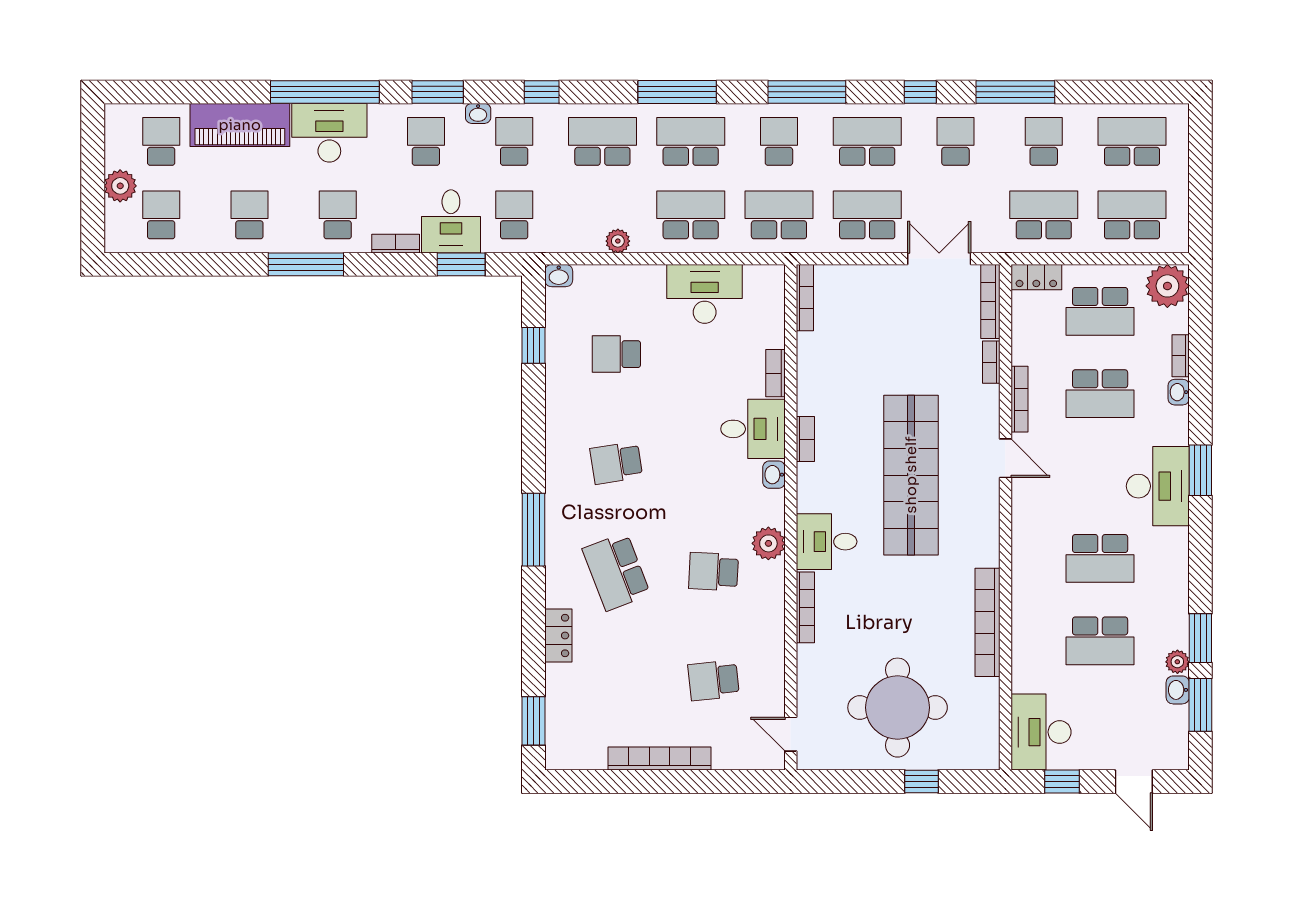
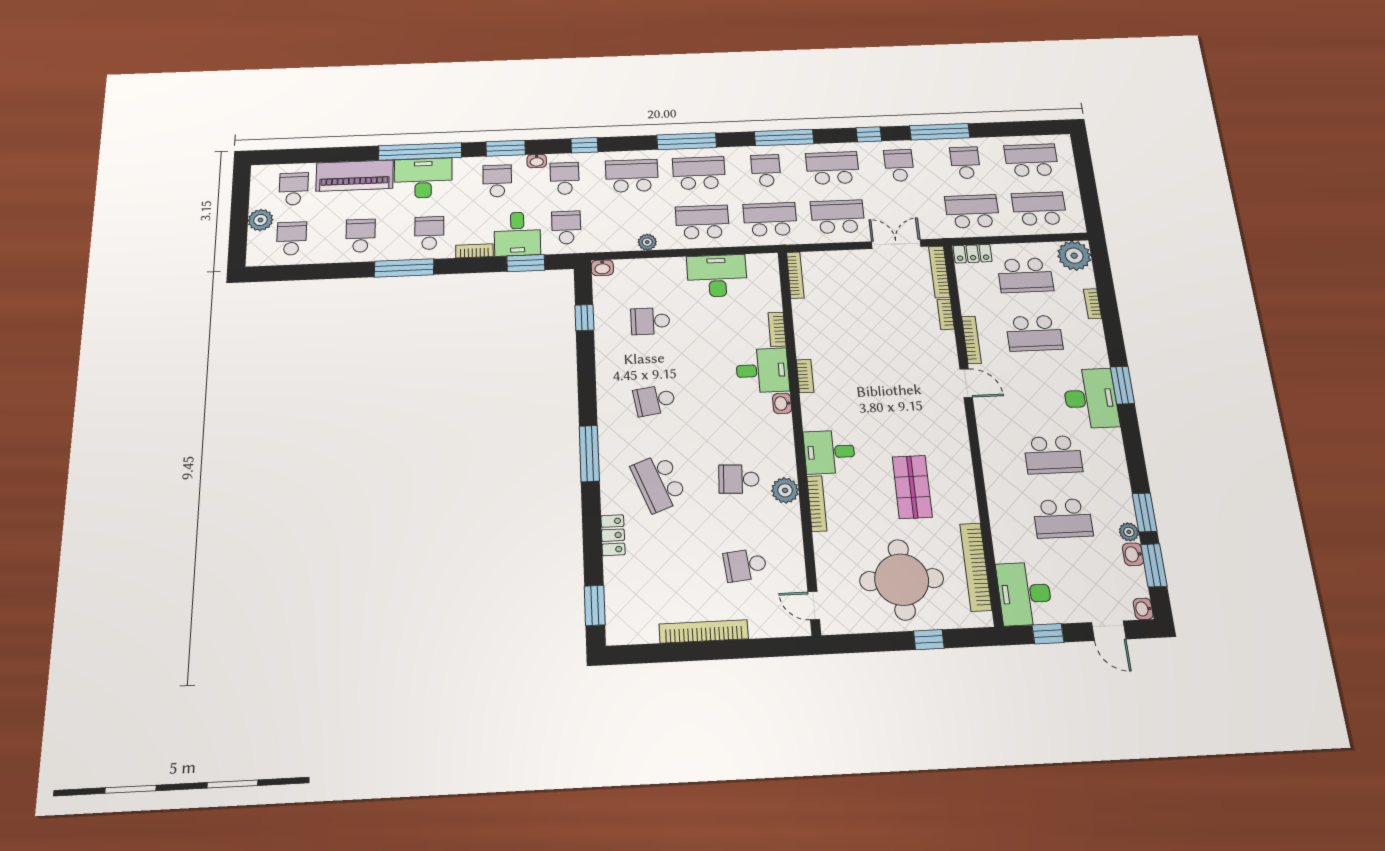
washbasin: (1179, 392) -> (1143, 609), moved
shop shelf: (911, 475) -> (912, 487), moved, width x0.50, depth x0.74
plant: (768, 543) -> (785, 490), moved
bookcase: (987, 622) -> (976, 567), moved

